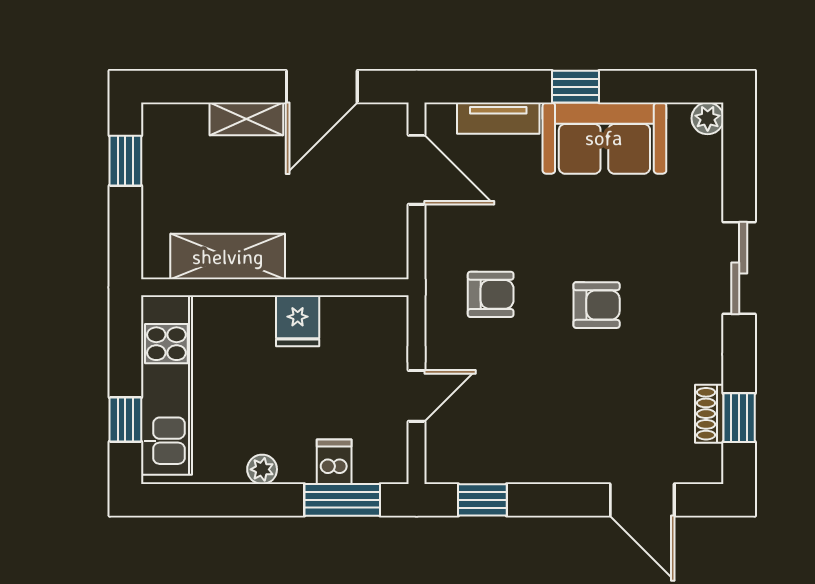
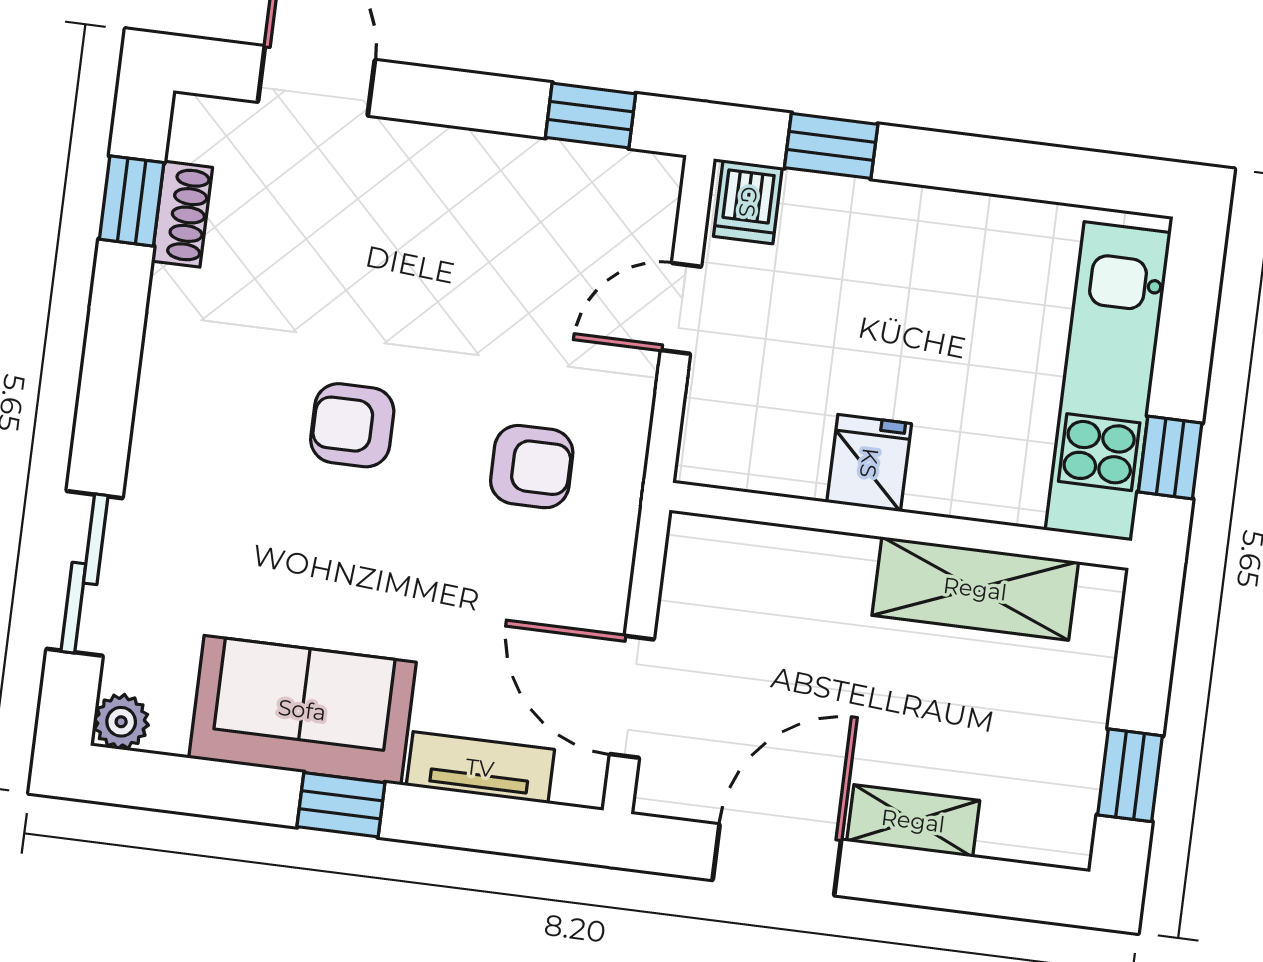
sliding door: (739, 268) -> (85, 573), moved
armchair: (491, 294) -> (532, 467), turned 180
window: (125, 420) -> (1170, 458), moved
dishwasher: (334, 462) -> (748, 202), moved
plant: (262, 469) -> (962, 216), removed
window: (342, 500) -> (831, 146), width x0.67

